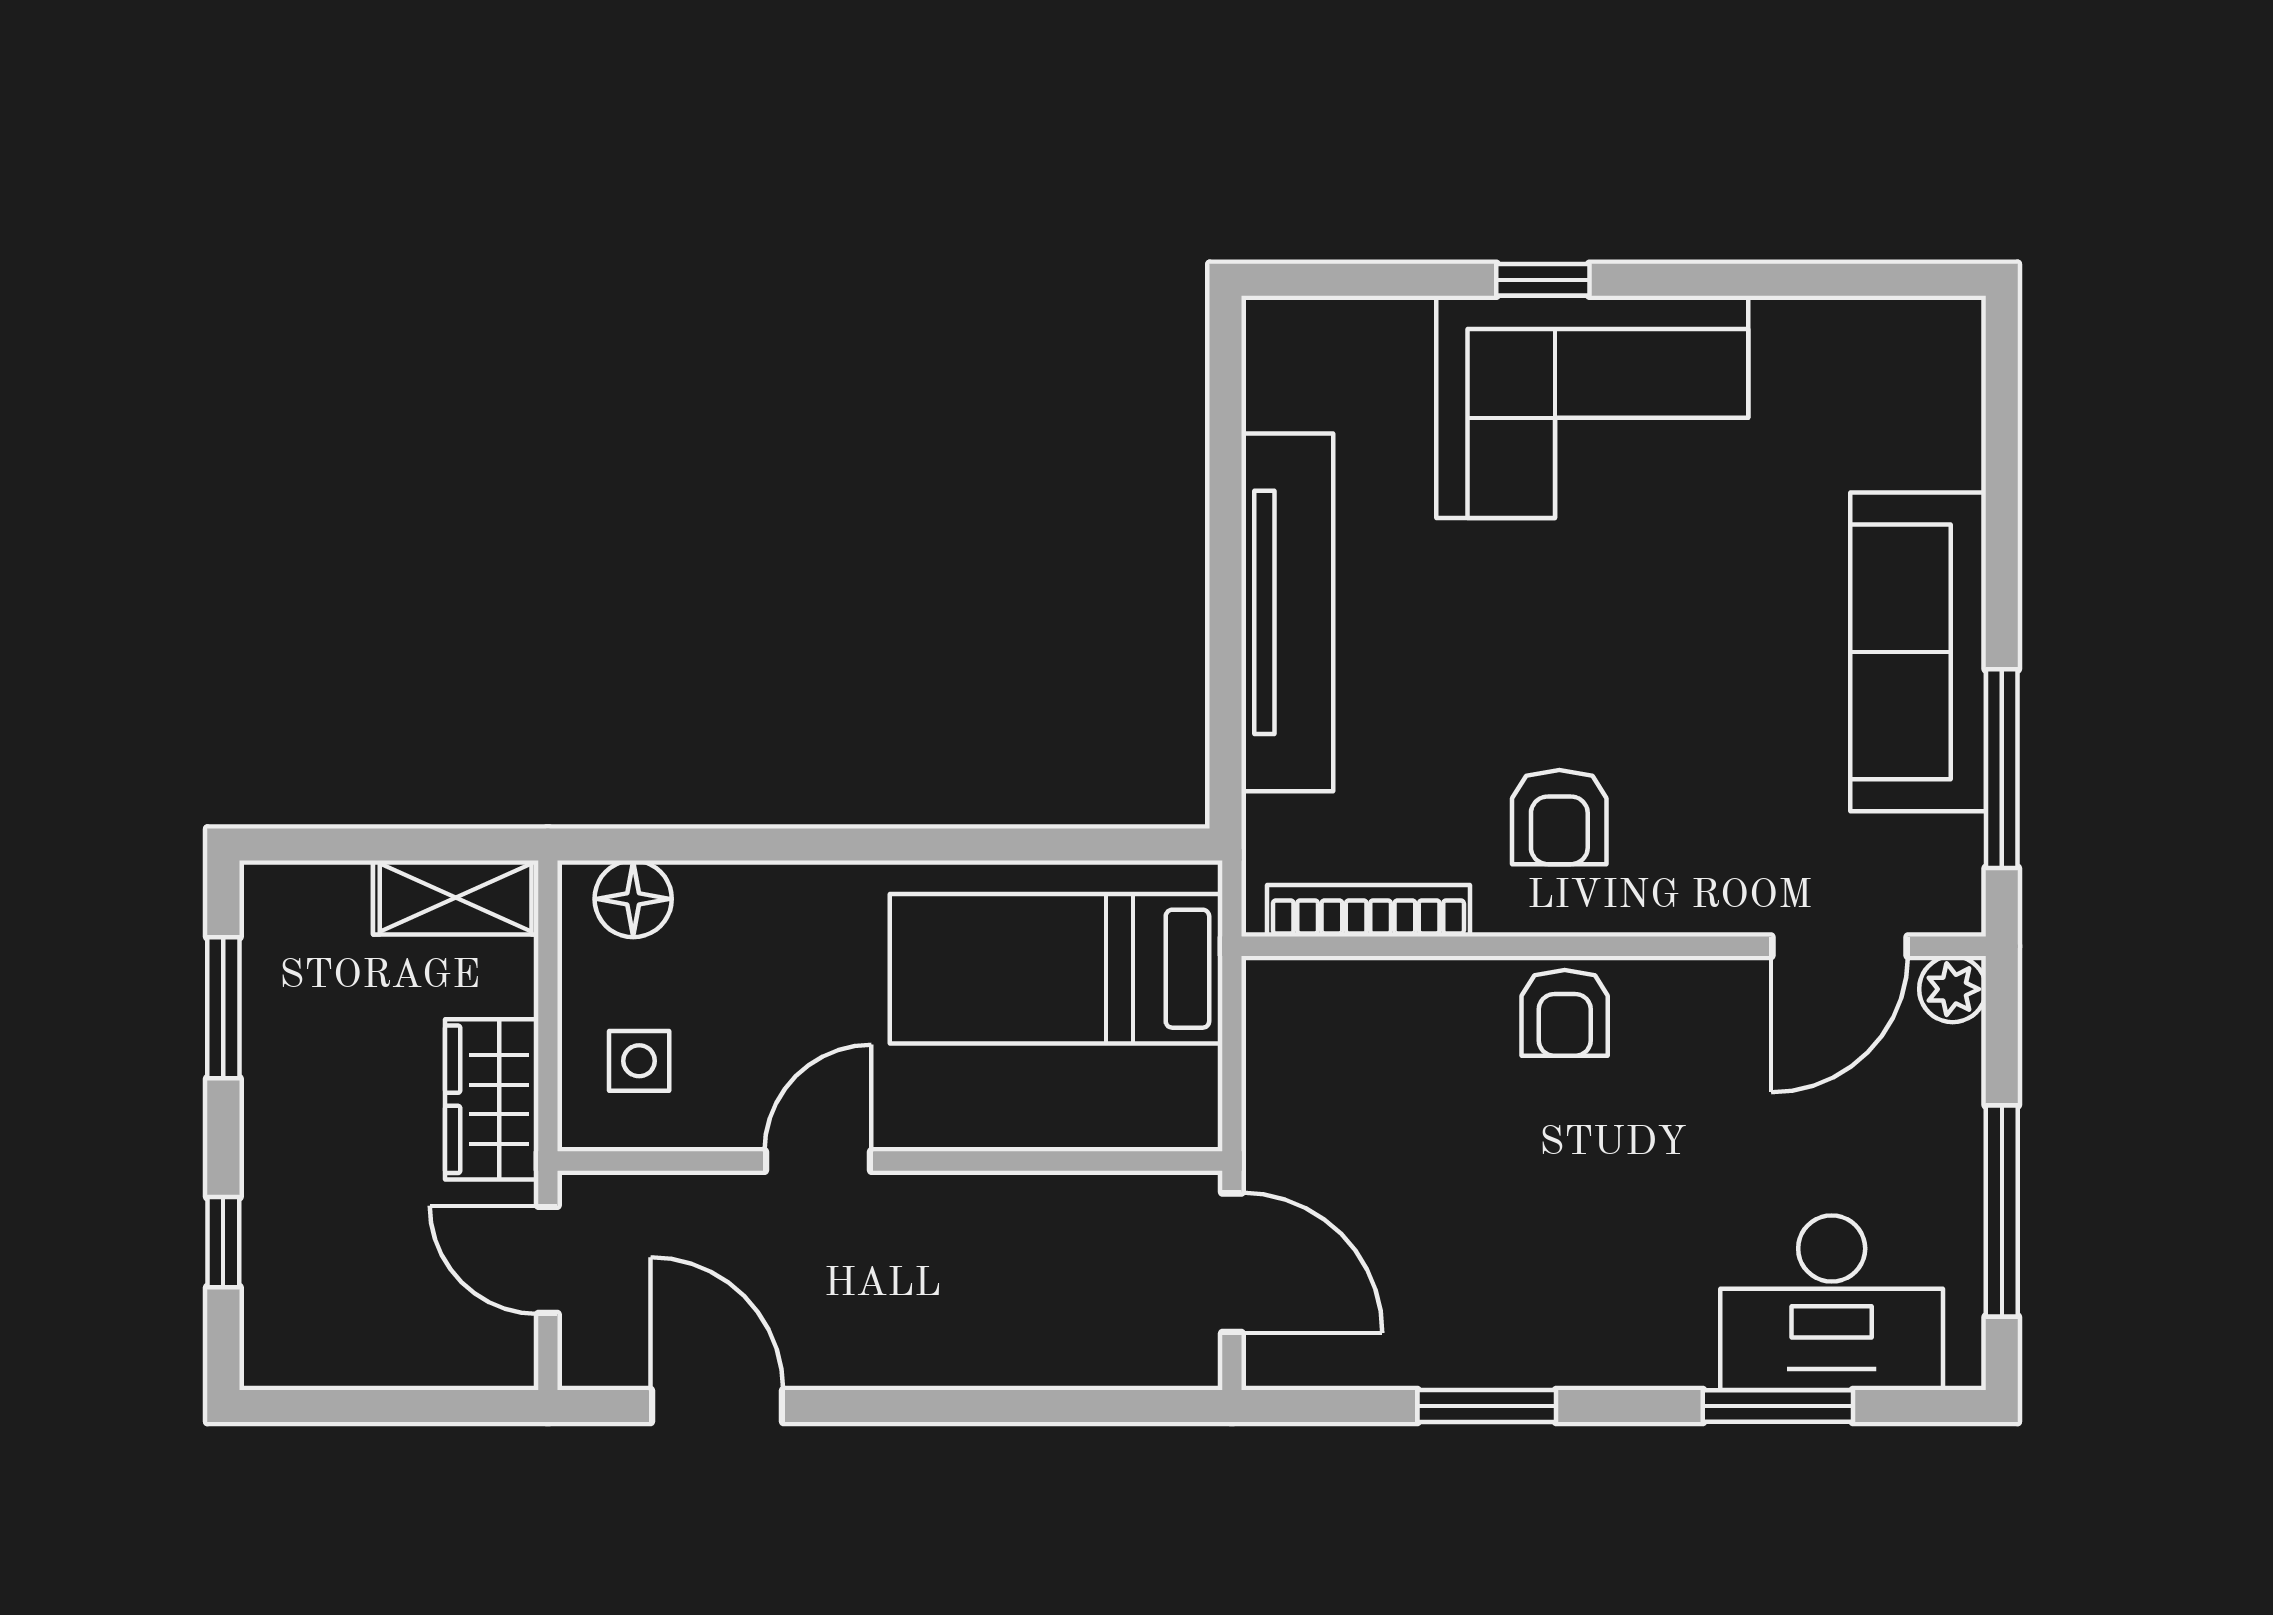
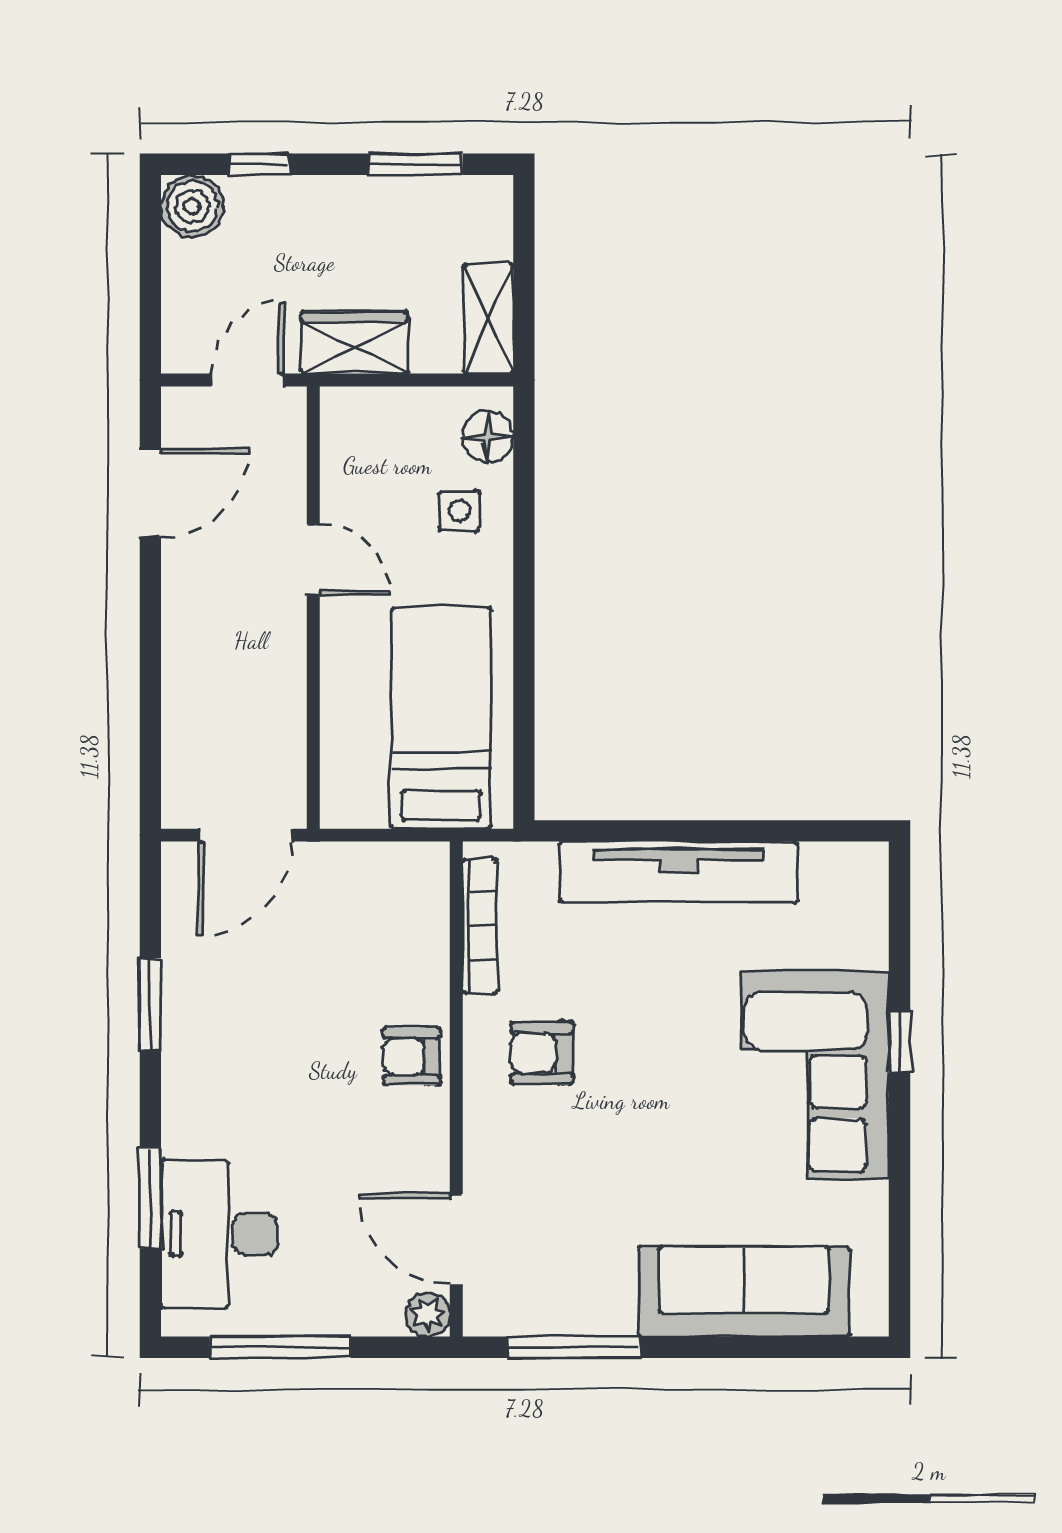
sofa: (1918, 652) -> (744, 1292), moved
side table: (639, 1061) -> (459, 511), moved
boiler: (286, 1343) -> (192, 206), added

